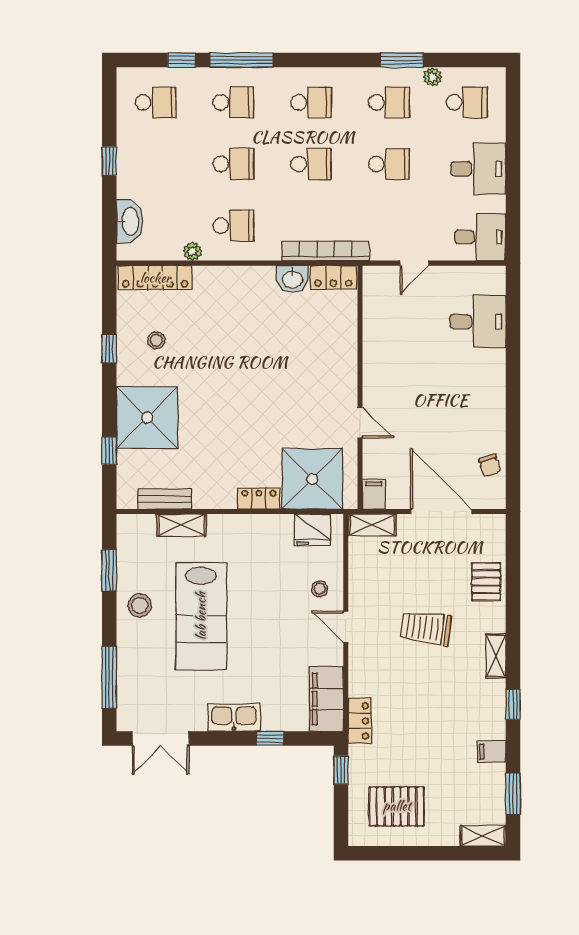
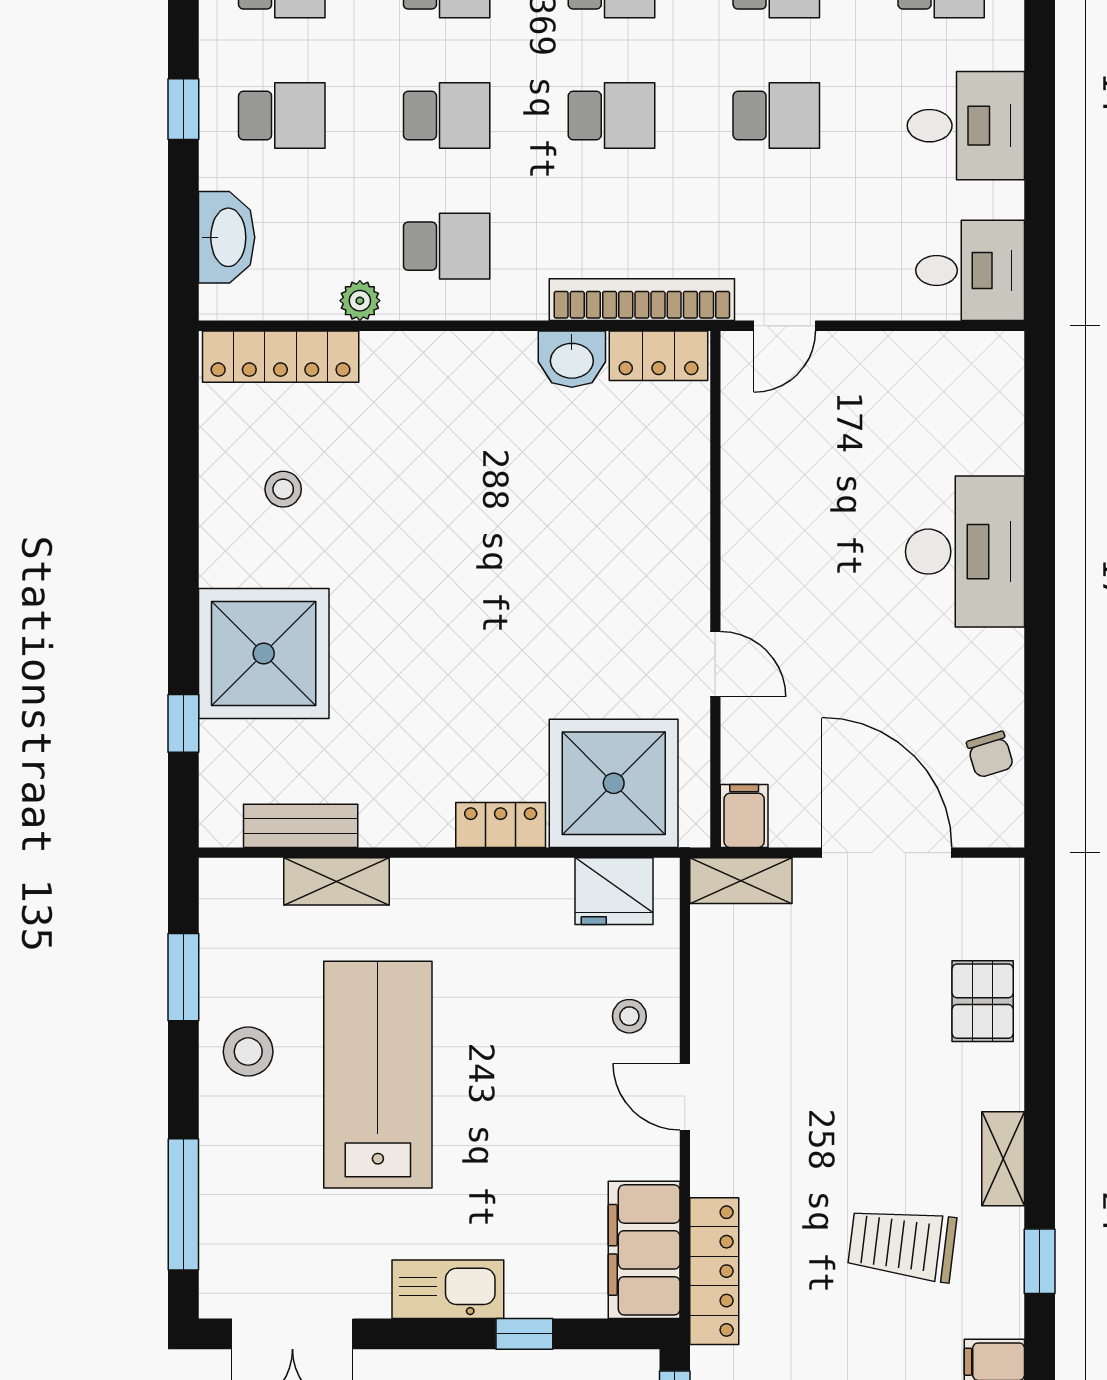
school desk: (156, 164) -> (282, 116), added
door: (415, 263) -> (785, 326), moved
desk: (478, 322) -> (965, 552), moved, width x1.37
window: (109, 349) -> (183, 507), removed
lab bench: (201, 616) -> (378, 1075), turned 180
trolley: (426, 628) -> (902, 1244), moved
locker: (360, 721) -> (714, 1271), width x1.53

